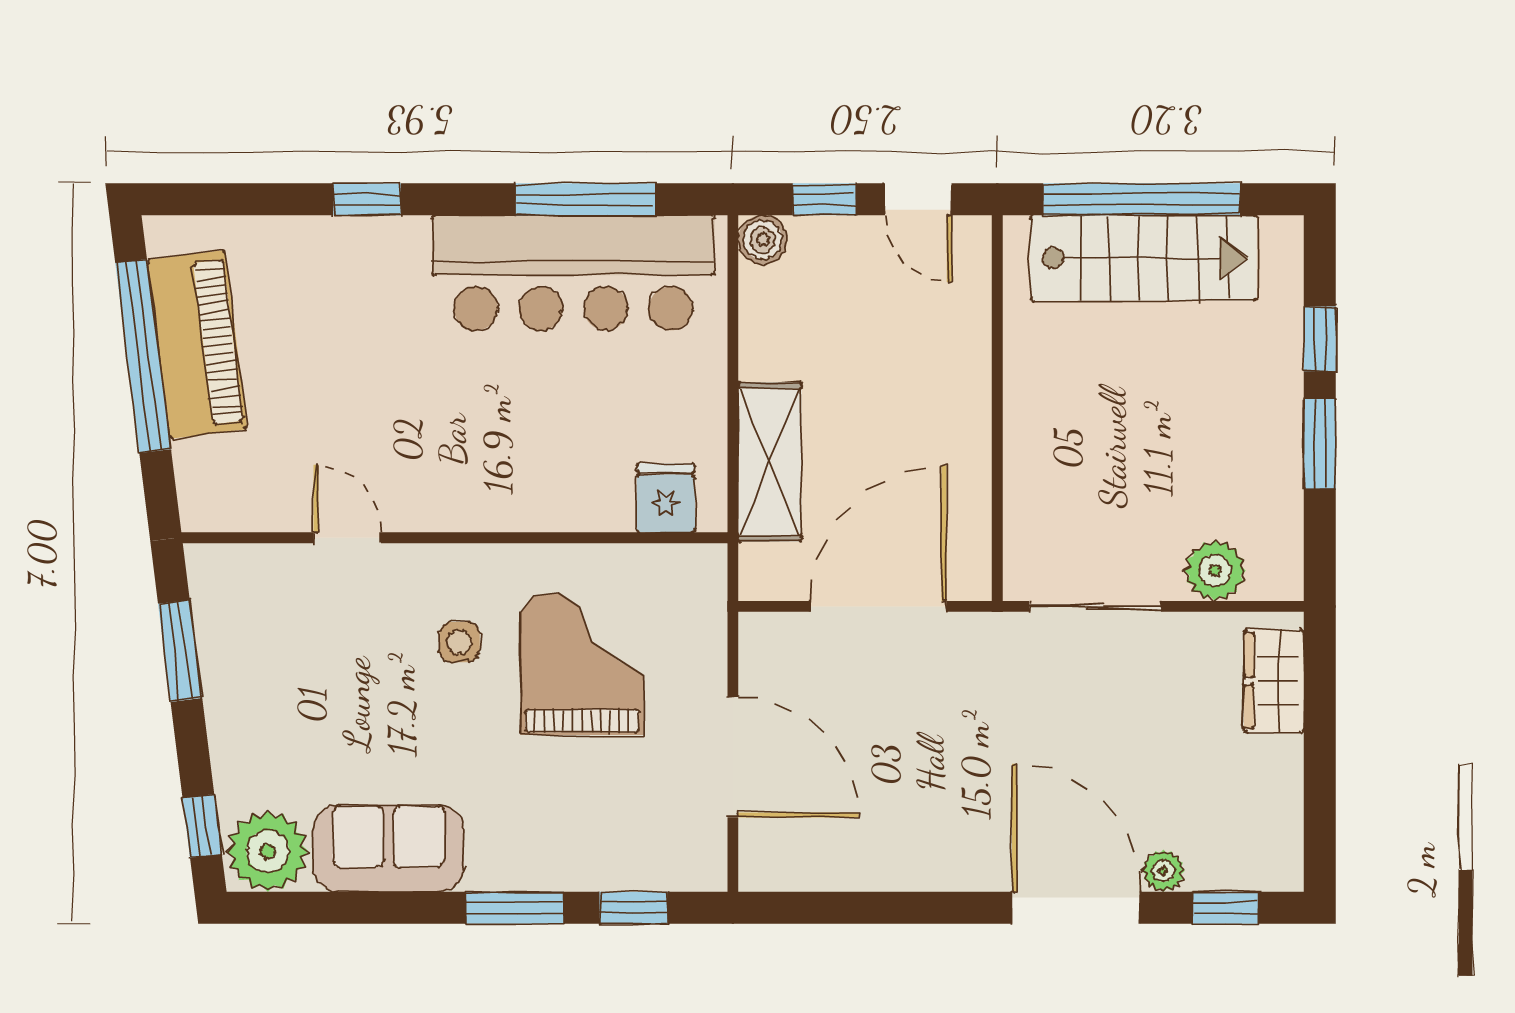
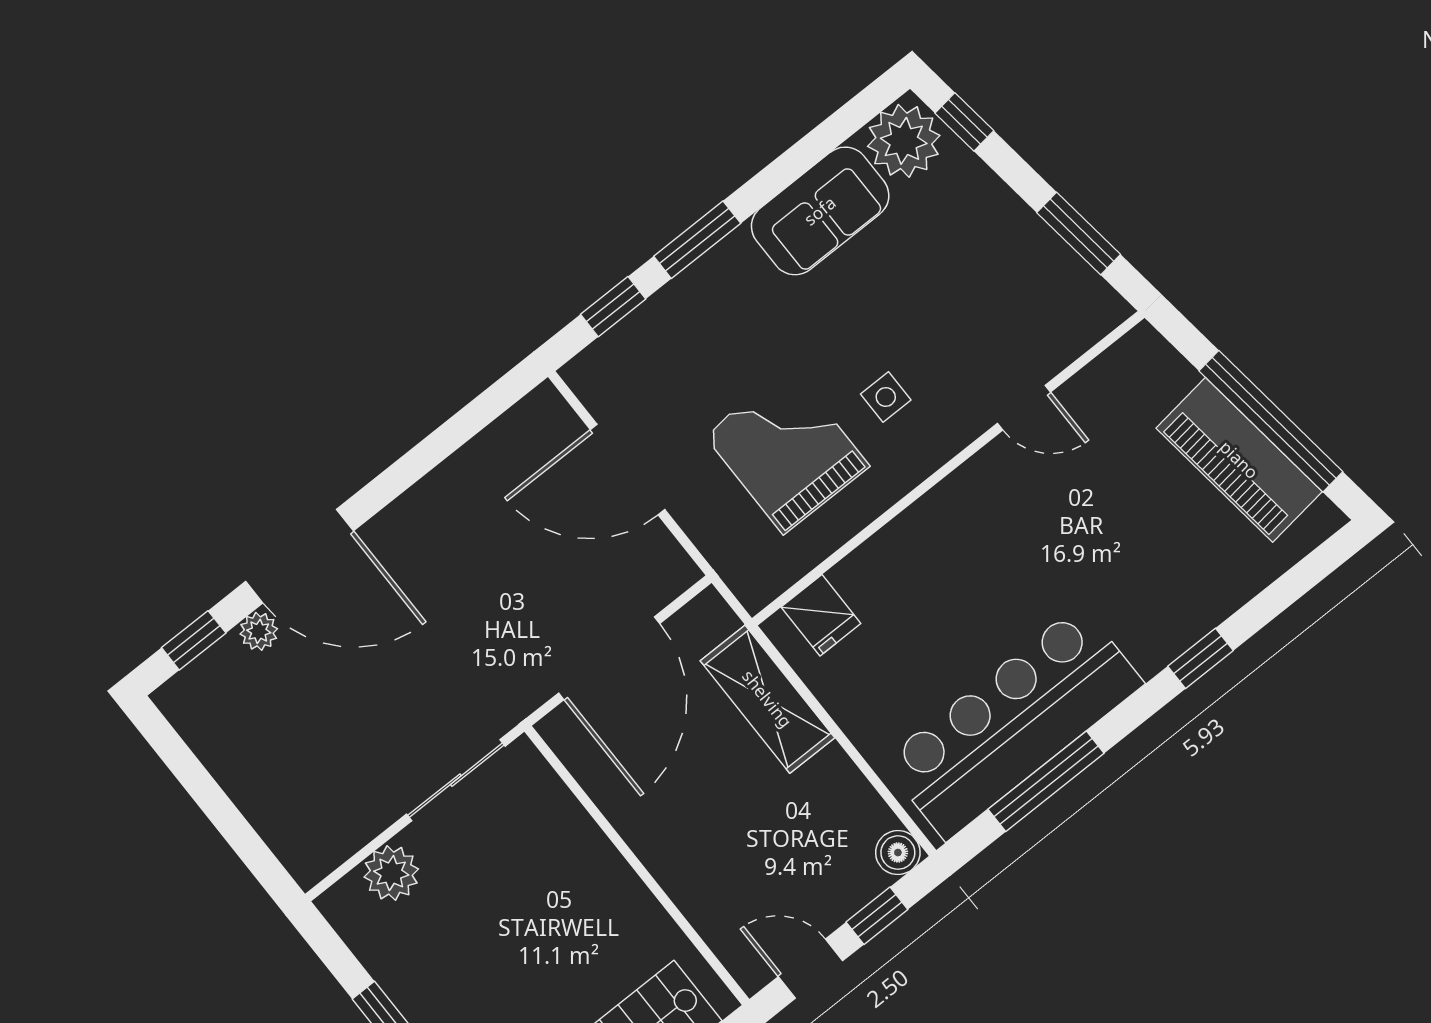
grand piano: (582, 664) -> (787, 451), turned 180
wardrobe: (1274, 681) -> (287, 828), removed

